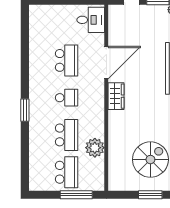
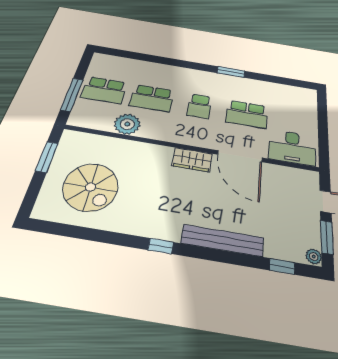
desk: (91, 20) -> (292, 147), width x1.37
window: (25, 110) -> (231, 72), moved
window: (150, 195) -> (47, 157), moved

